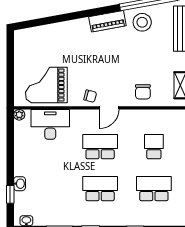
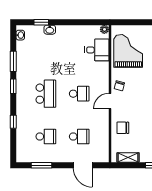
door: (109, 108) -> (110, 101), hinge flipped
desk: (50, 124) -> (97, 50), width x0.73
school desk: (100, 147) -> (79, 94), width x0.54
school desk: (154, 189) -> (46, 136), width x0.54

